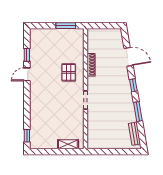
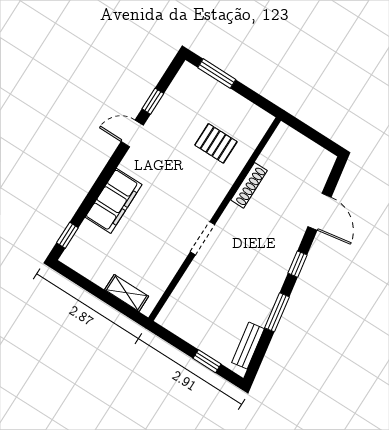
window: (66, 26) -> (217, 74), moved
pallet: (69, 72) -> (216, 143), moved, turned 90
filing cabinet: (37, 108) -> (114, 201), added
window: (121, 152) -> (207, 361), added

